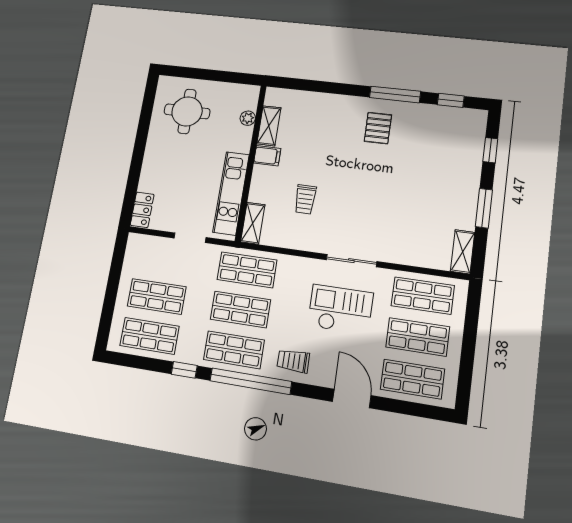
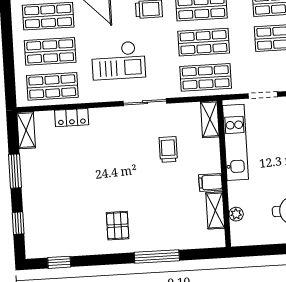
window: (395, 94) -> (157, 256), moved
locker: (407, 256) -> (72, 118), added
sliding door: (351, 261) -> (145, 102), moved

